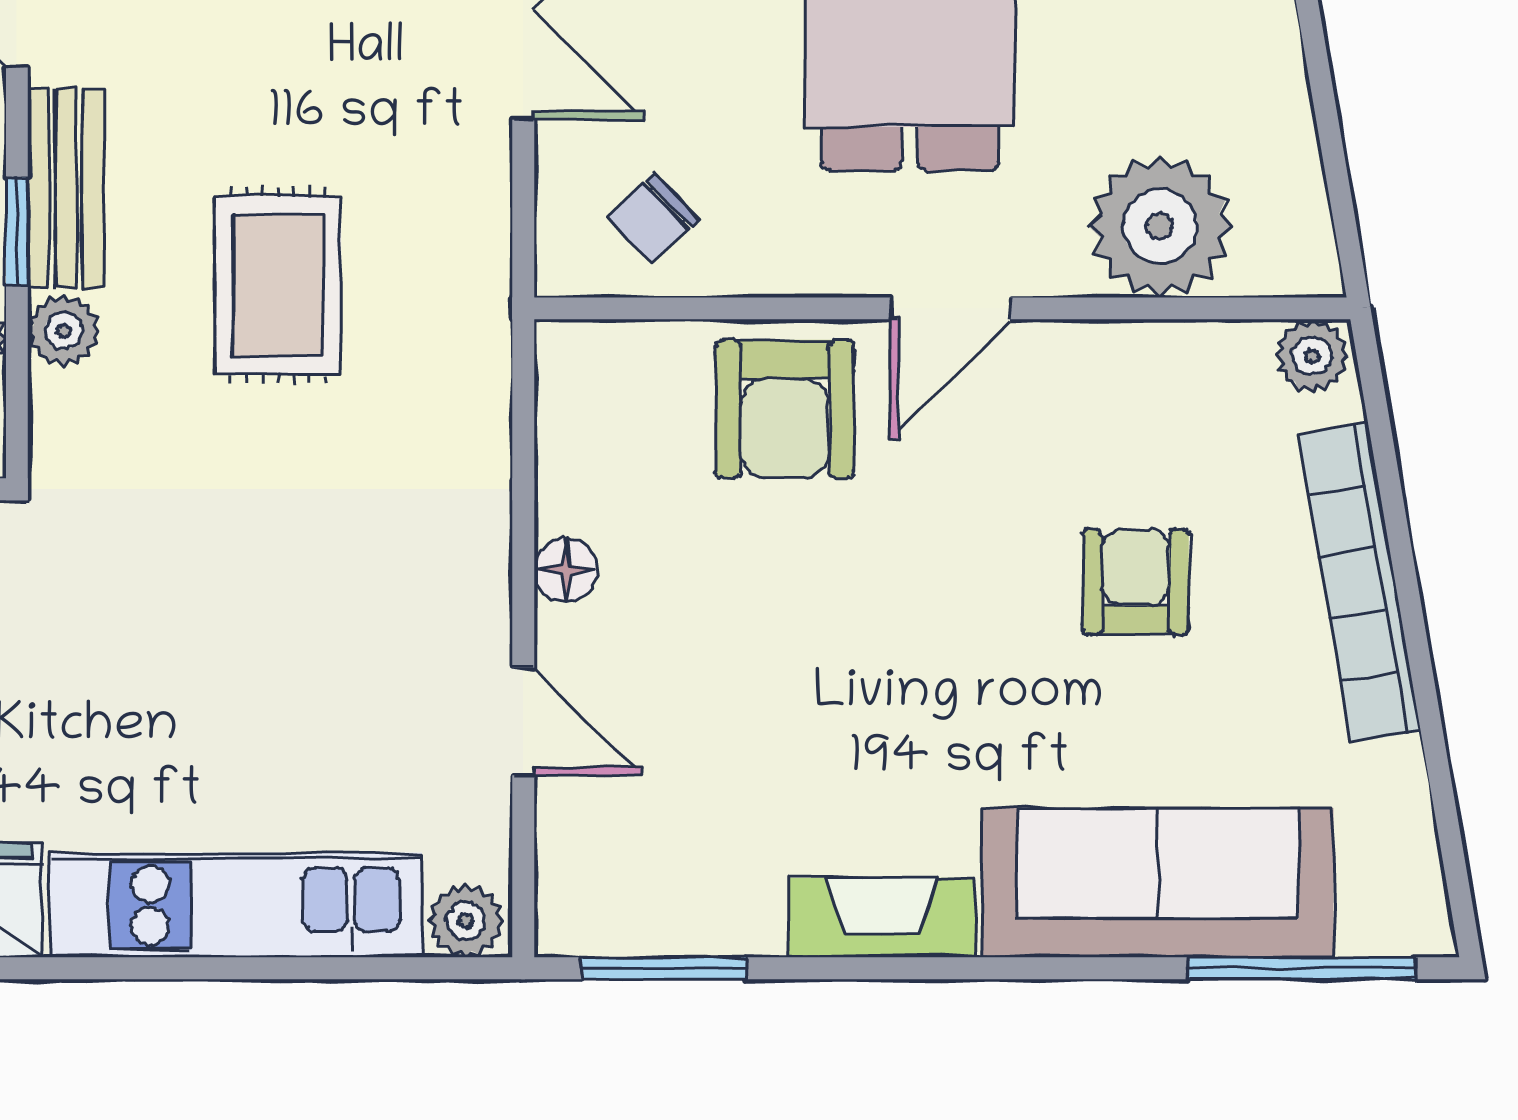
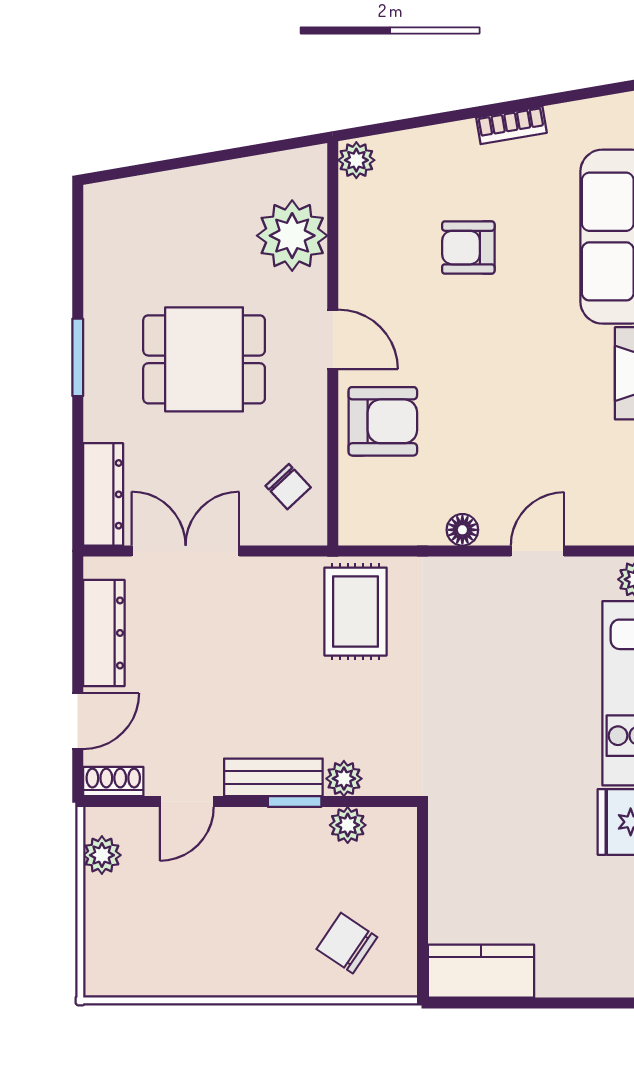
rug: (278, 285) -> (355, 612), moved, turned 90
bookcase: (1359, 583) -> (511, 125), width x0.43, depth x0.76

